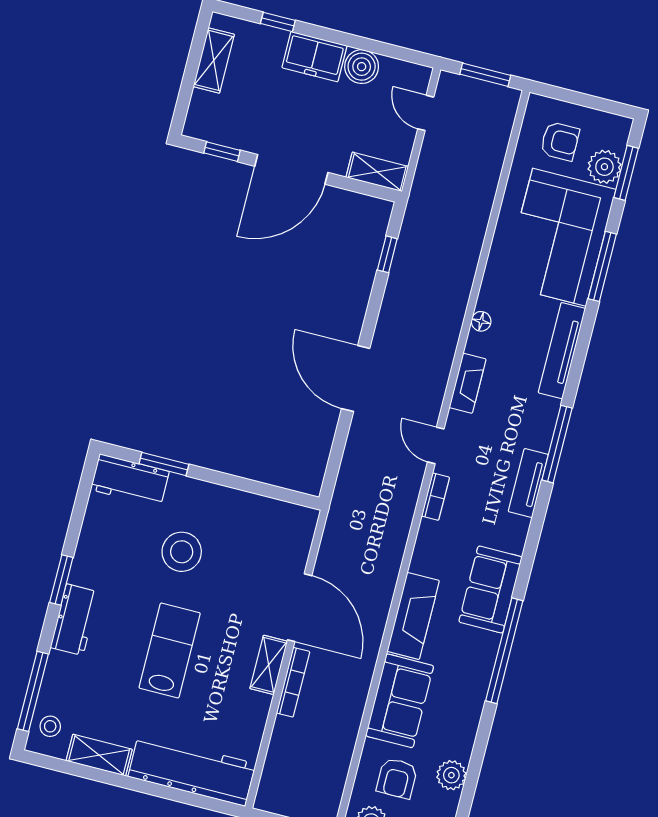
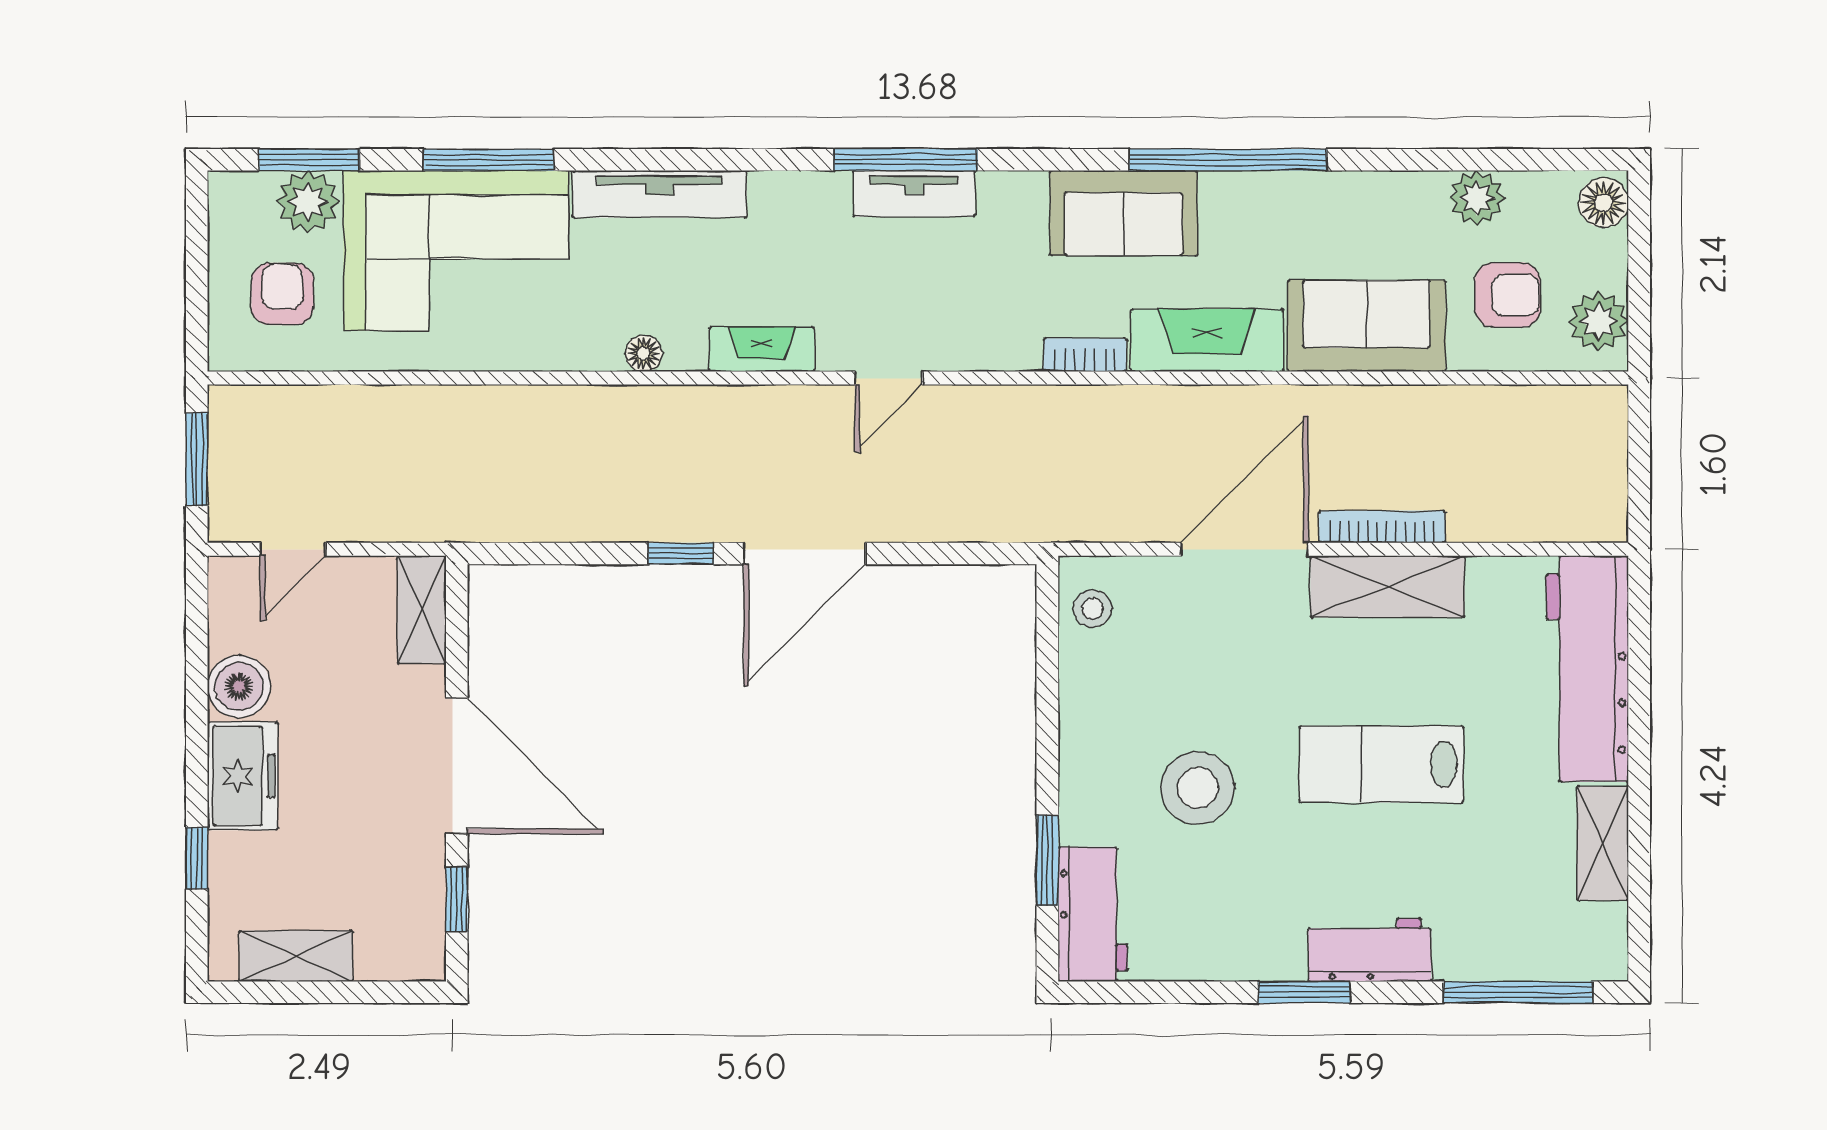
window: (387, 254) -> (681, 554), moved
window: (557, 444) -> (906, 160), moved
bookcase: (435, 497) -> (1085, 355), moved
shelving: (269, 665) -> (1387, 586), width x1.50, depth x1.33
stool: (50, 726) -> (1092, 609), moved

